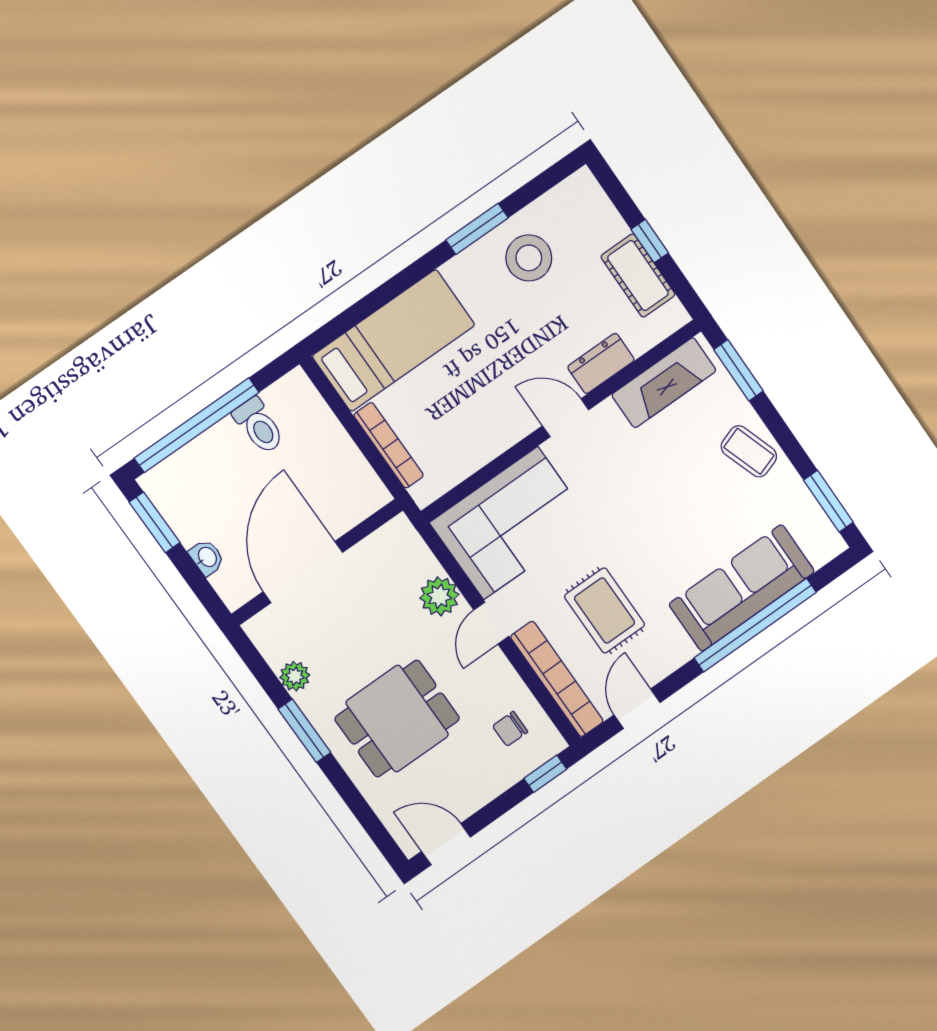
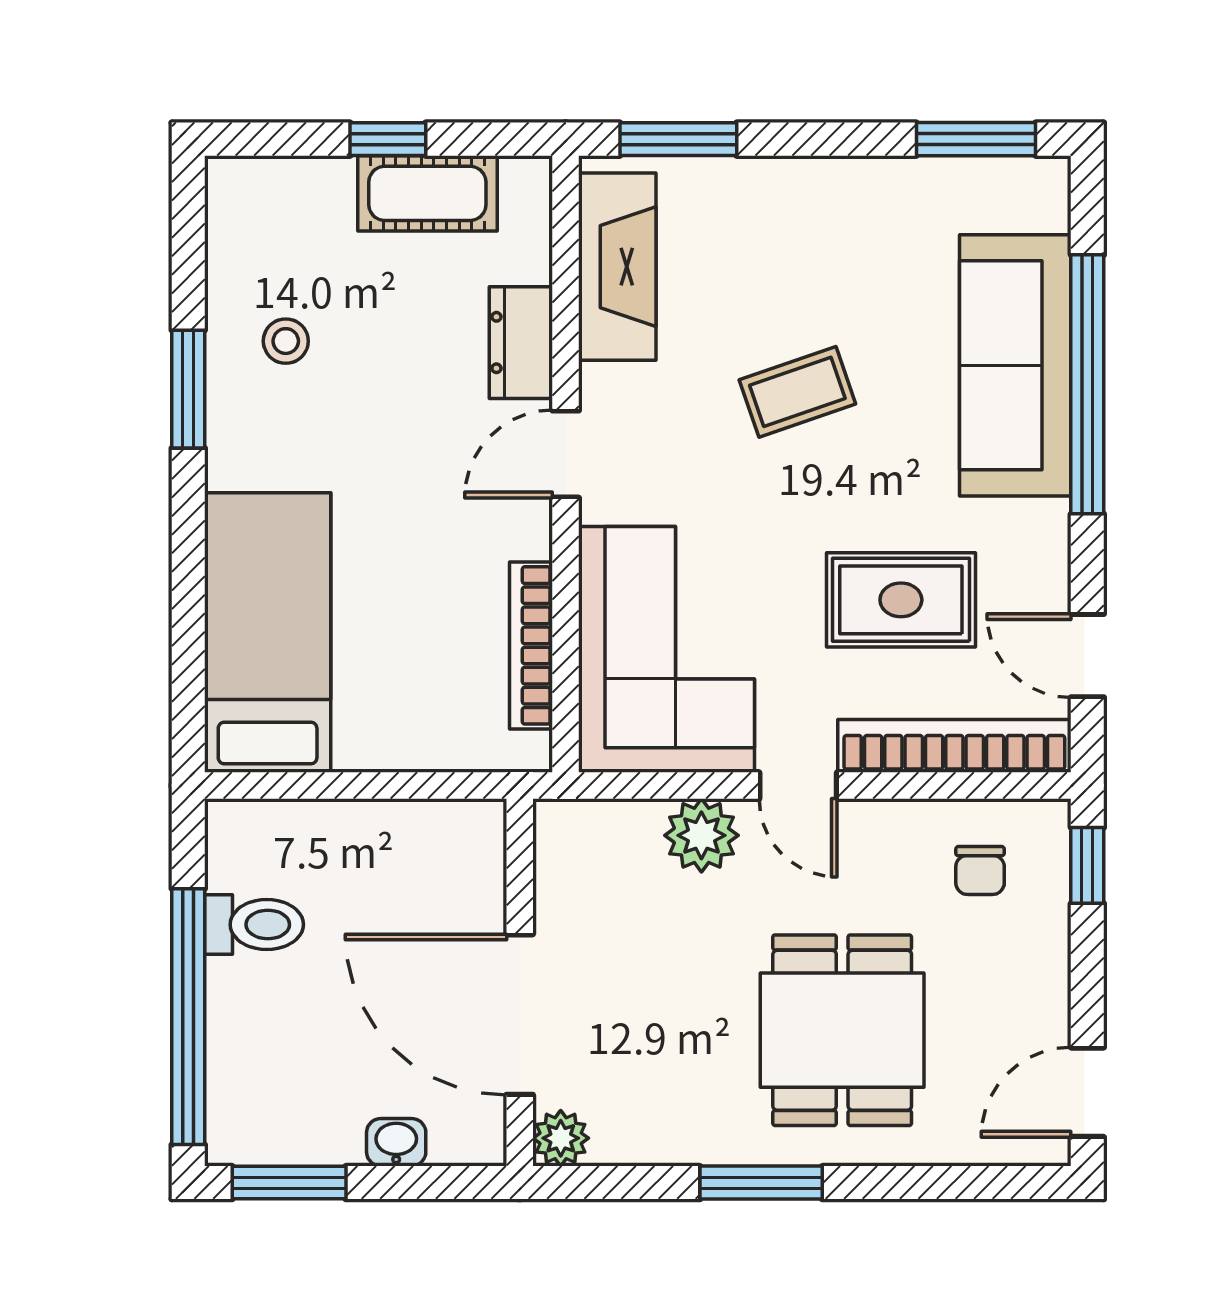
stool: (529, 258) -> (286, 341), width x0.53, depth x0.53
bookcase: (389, 445) -> (531, 645), moved, turned -90
coffee table: (749, 451) -> (797, 392), moved
plant: (295, 676) -> (561, 1138), moved

